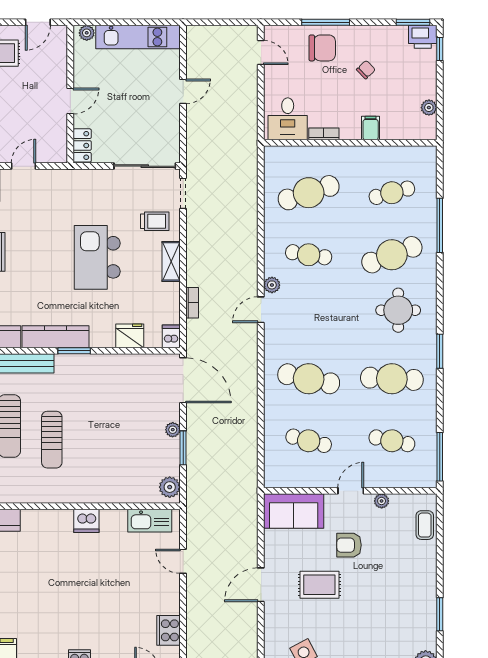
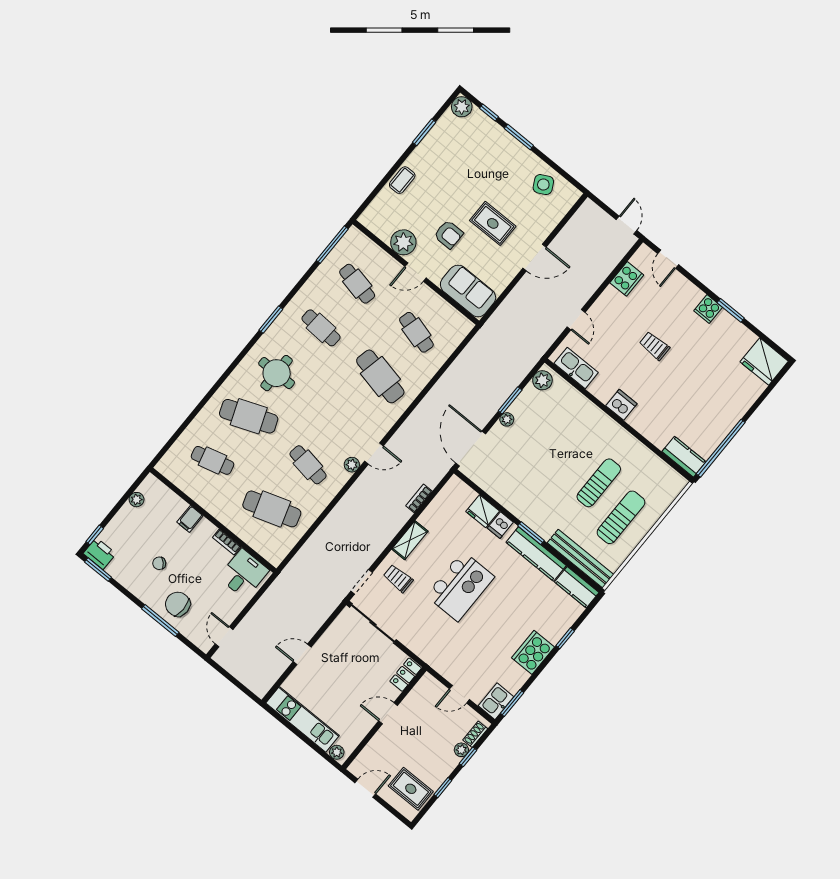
window: (440, 225) -> (197, 409), removed
dishwasher: (171, 336) -> (500, 525), moved
cafe table: (392, 379) -> (321, 328), width x0.73, depth x0.74
plant: (382, 501) -> (403, 242), width x1.88, depth x1.88
coffee table: (425, 525) -> (402, 180), moved
trolley: (99, 593) -> (654, 346), added

